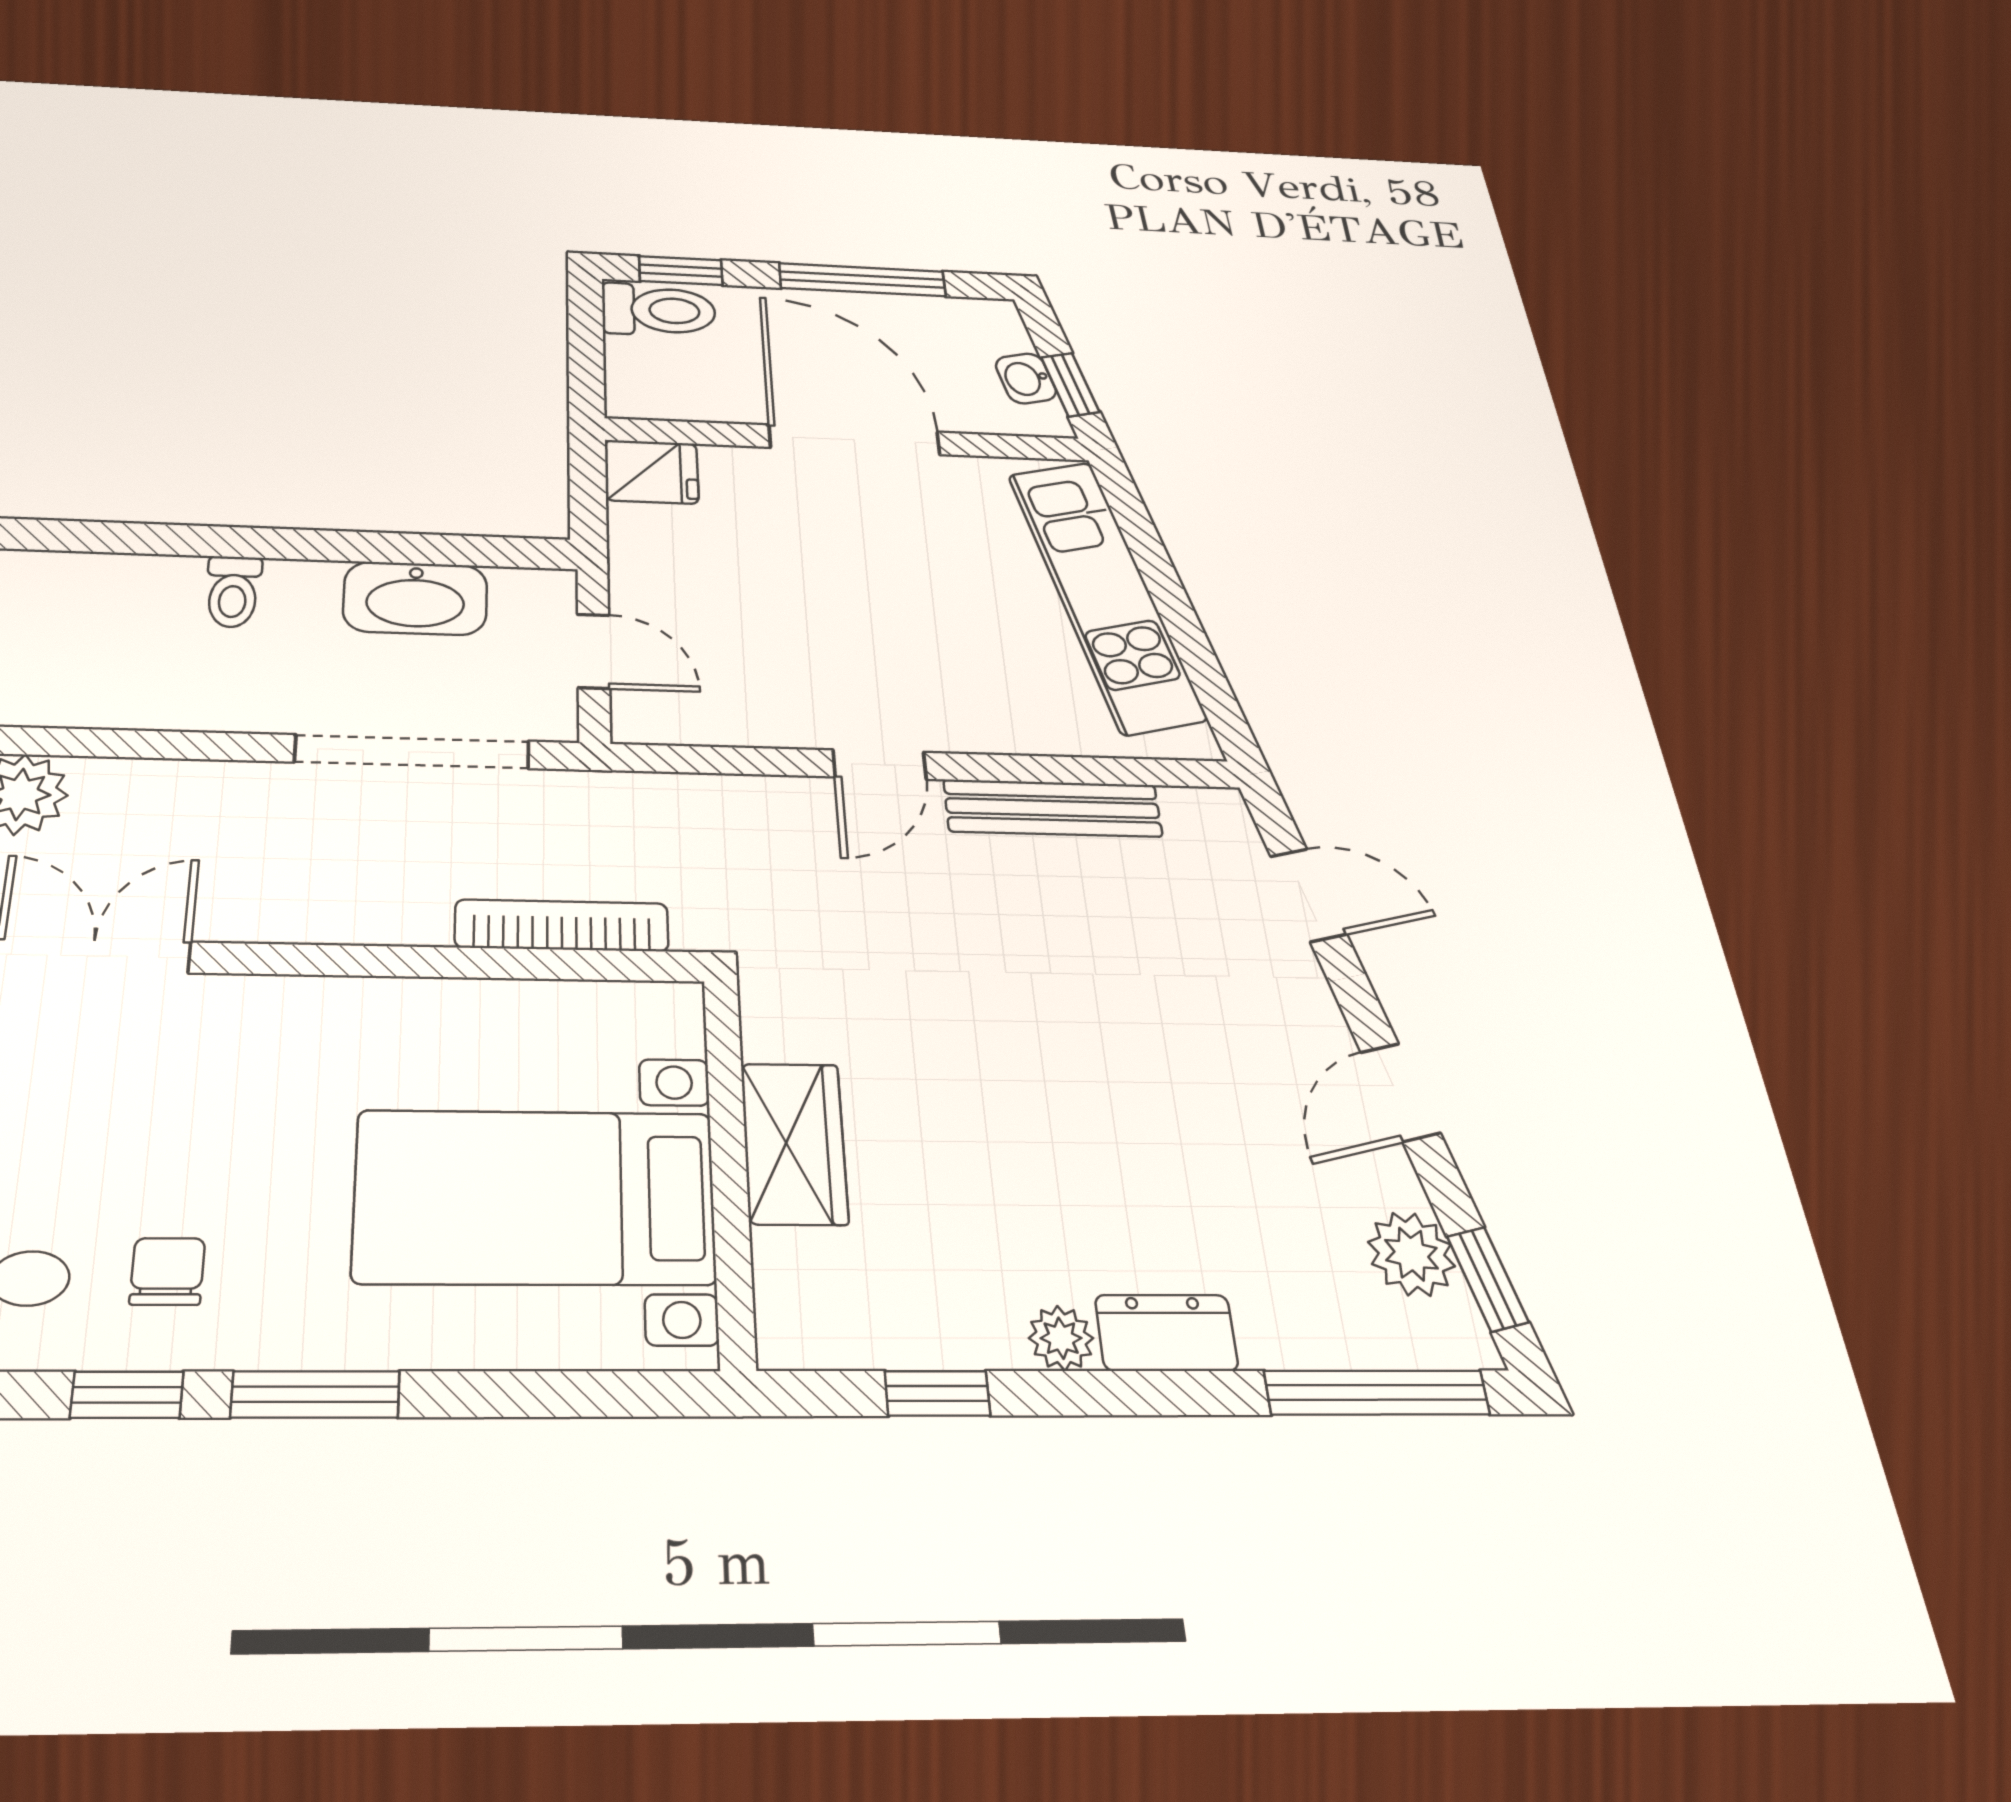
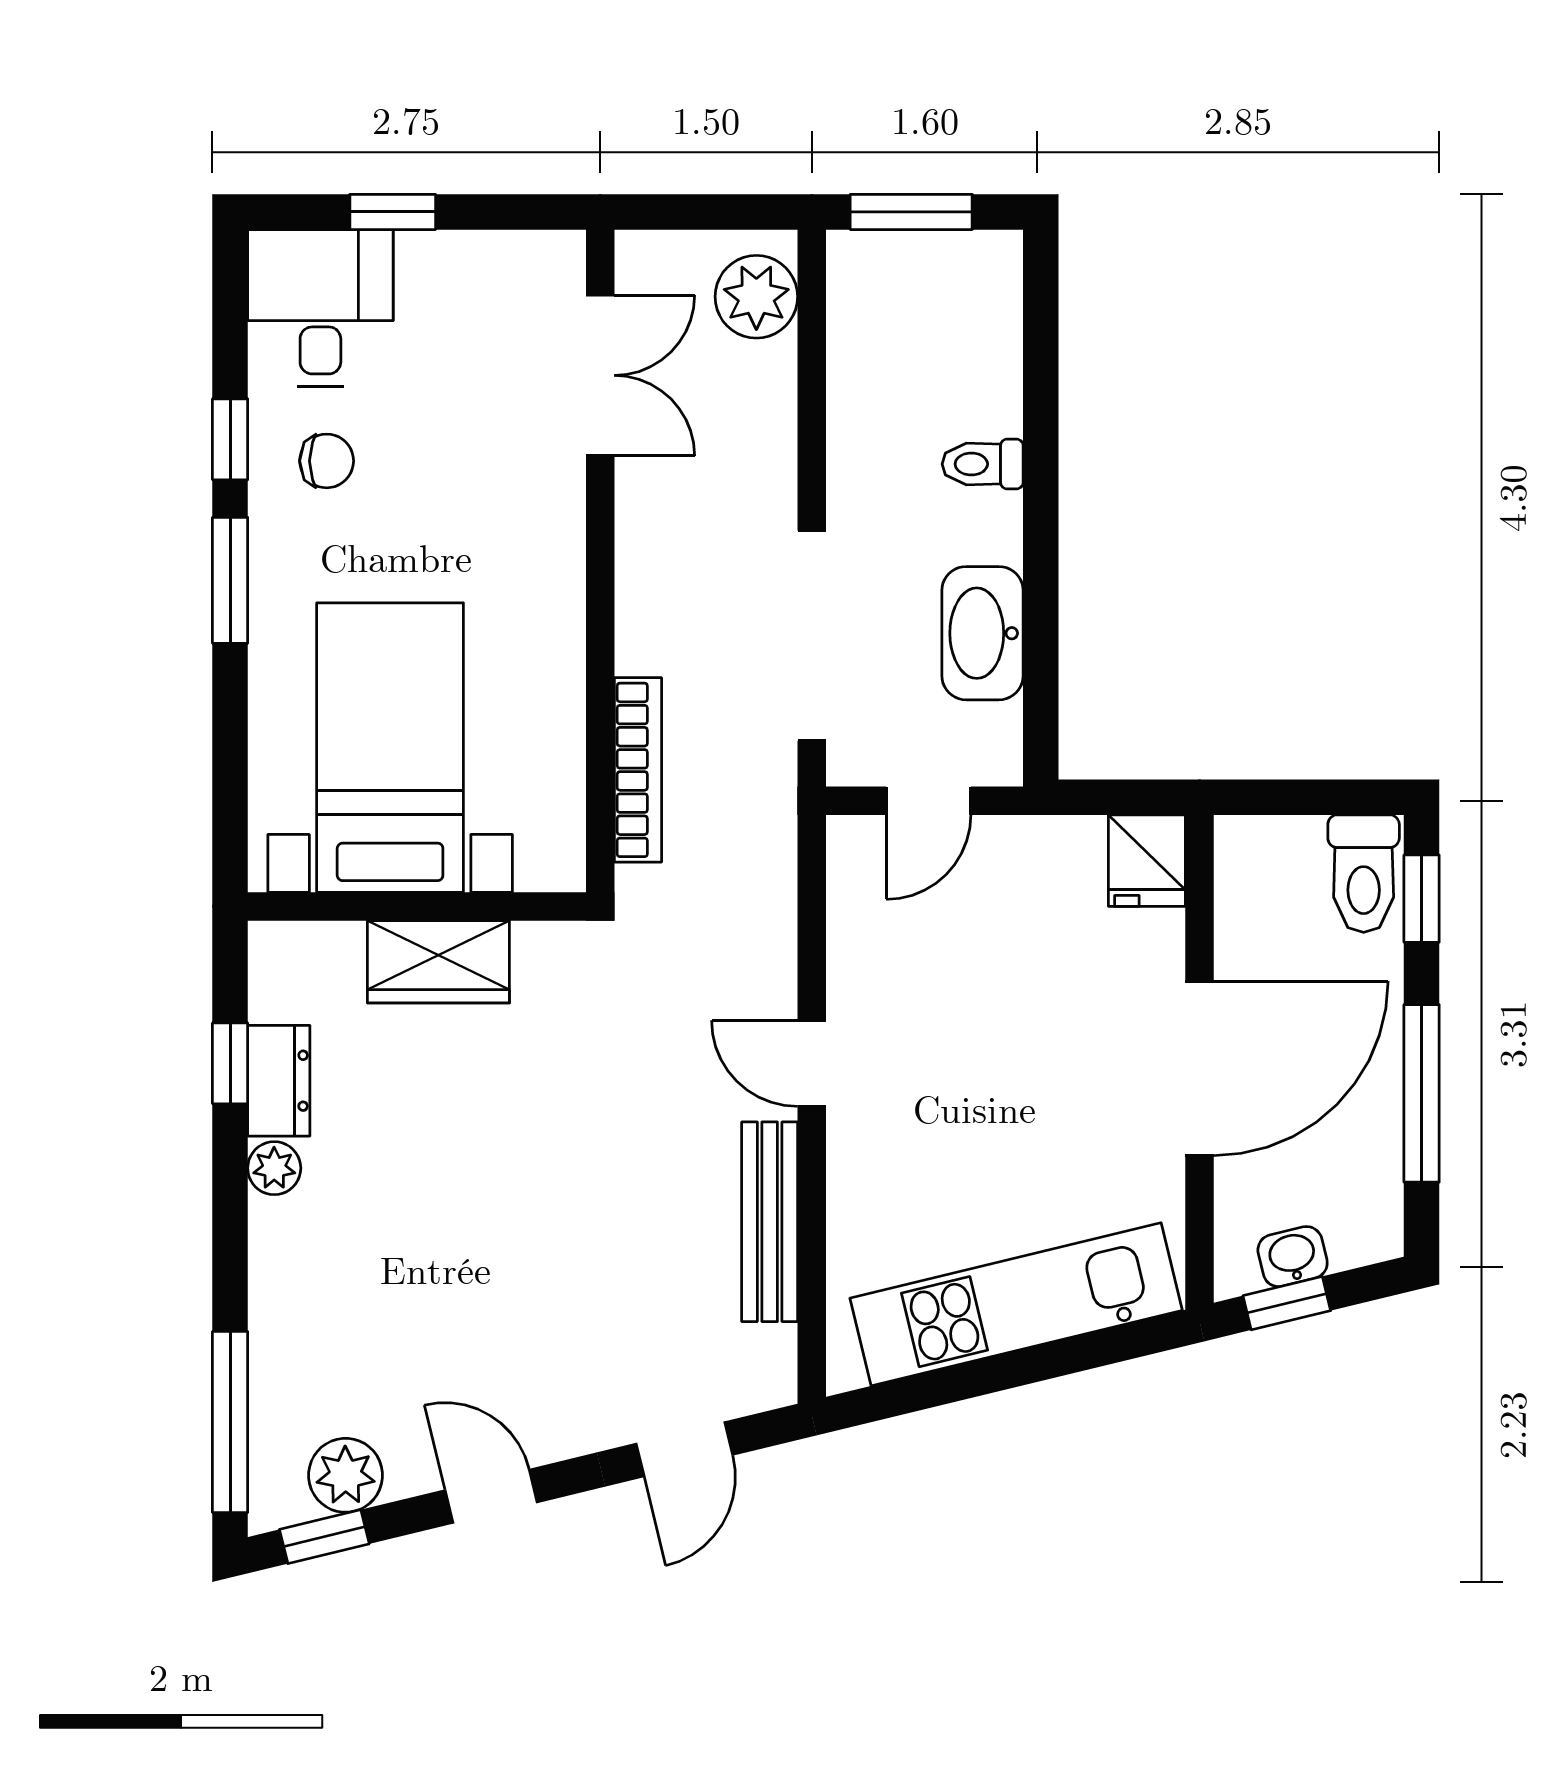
dresser: (1166, 1333) -> (279, 1081), moved

